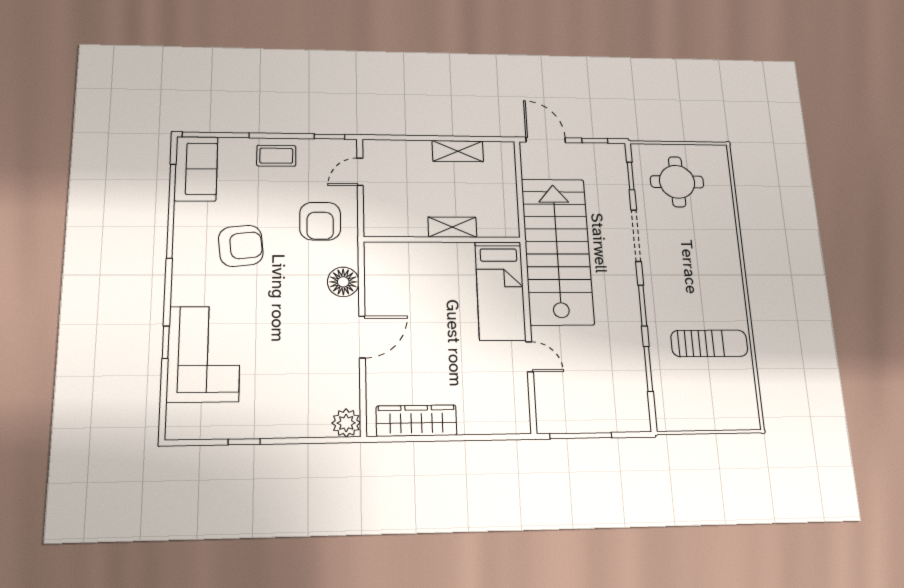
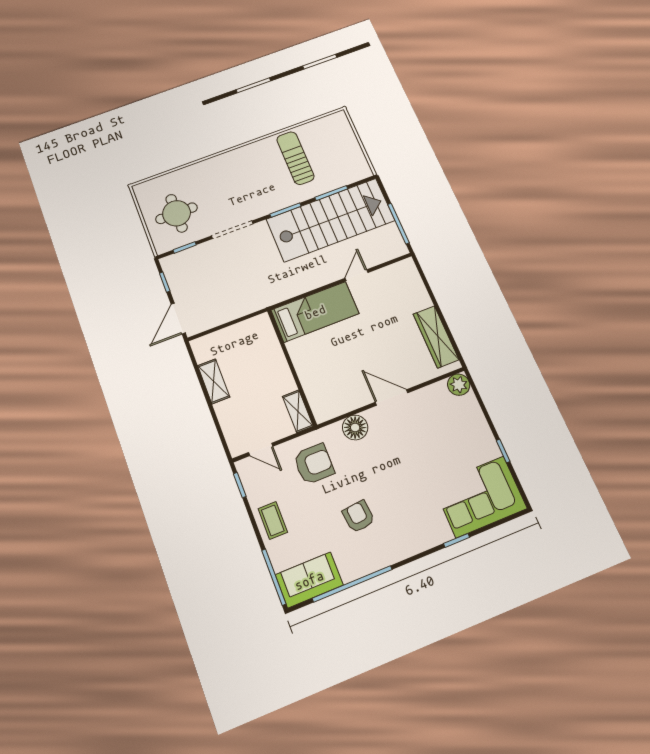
shelving: (452, 227) -> (298, 411), moved
armchair: (241, 246) -> (359, 516), width x0.72, depth x0.72
stairs: (557, 251) -> (331, 220), moved, turned 180
corner sofa: (204, 354) -> (480, 497), moved

